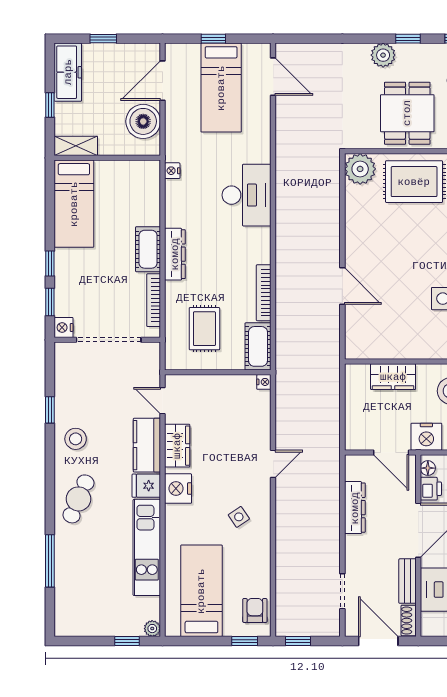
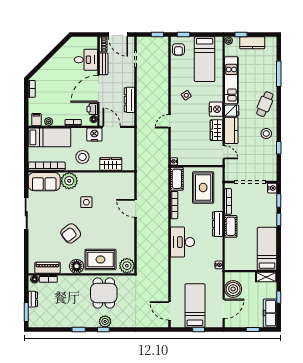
plant: (383, 55) -> (105, 321), moved
desk: (247, 195) -> (182, 242), moved
rug: (204, 329) -> (203, 187), width x1.36, depth x1.43
kitchen counter: (104, 624) -> (252, 43), added

